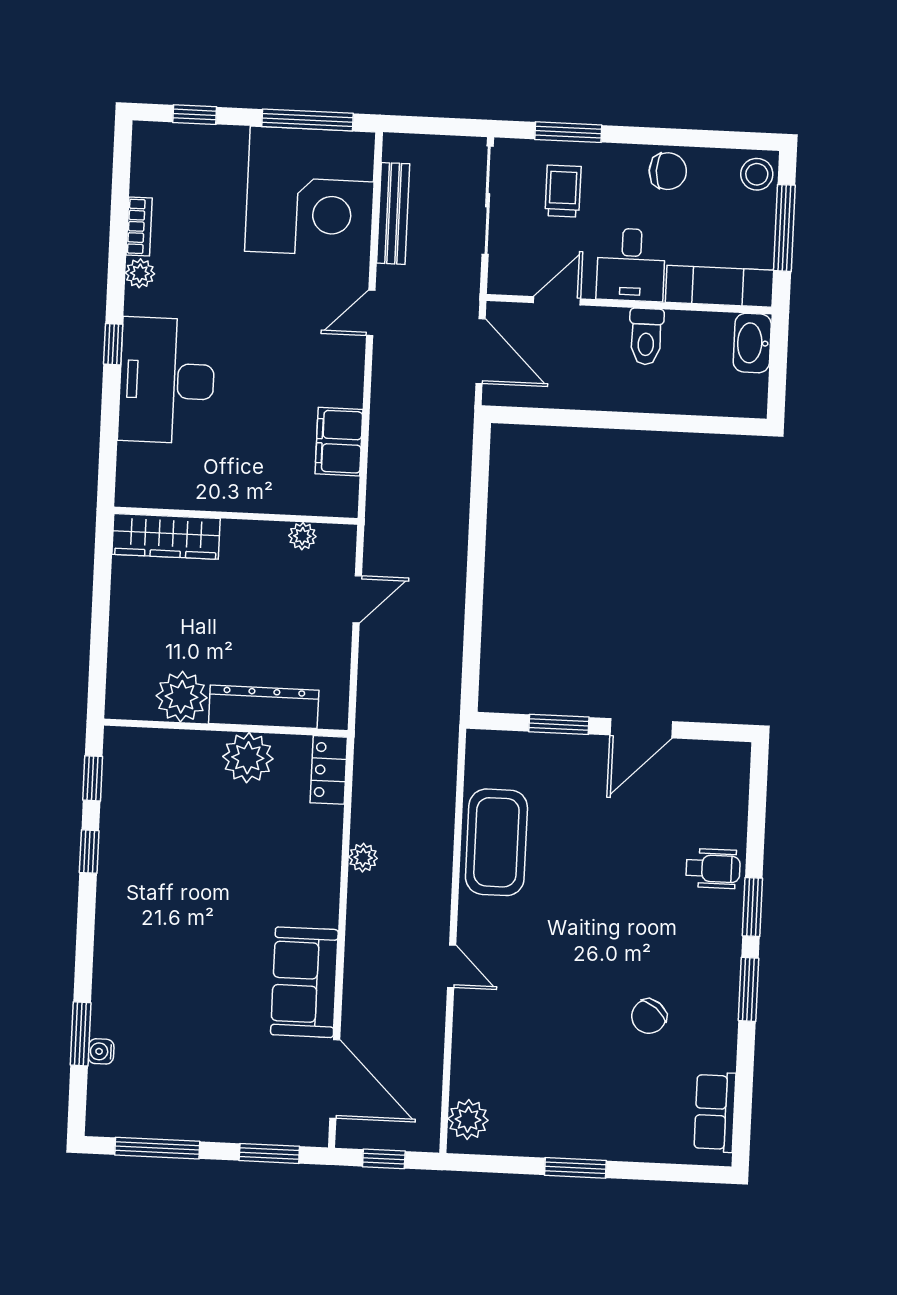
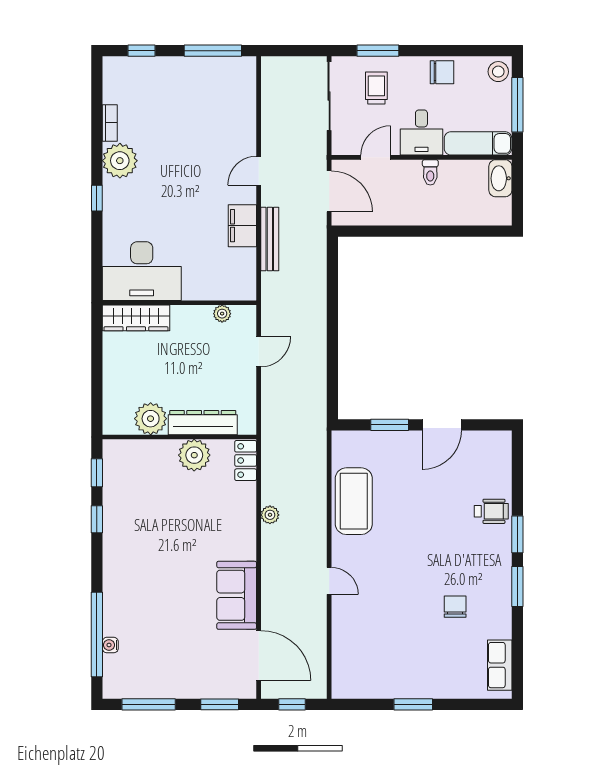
corner desk: (310, 192) -> (217, 96), removed
bench: (393, 213) -> (270, 239), moved
plant: (140, 273) -> (120, 161), width x1.88, depth x1.88
toilet: (646, 337) -> (430, 172), width x0.73, depth x0.72
desk: (167, 380) -> (142, 271), moved, turned -90
filing cabinet: (339, 442) -> (242, 226), moved
chair: (649, 1016) -> (455, 607), turned 141
window: (81, 1034) -> (97, 635), width x2.11
plant: (468, 1119) -> (344, 677), removed

